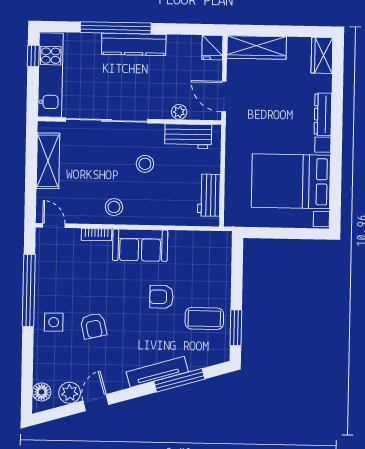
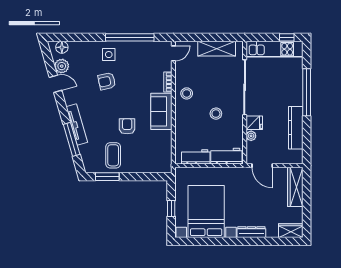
kitchen counter: (134, 44) -> (296, 128), moved
fridge: (212, 48) -> (254, 123), moved, turned 180
door: (224, 96) -> (262, 166), swing flipped
workbench: (188, 136) -> (226, 156), moved, turned 90
window: (285, 233) -> (171, 209), added

